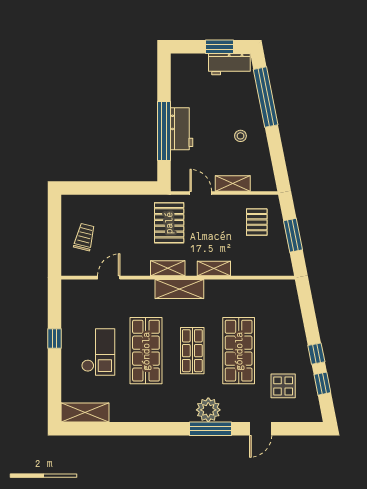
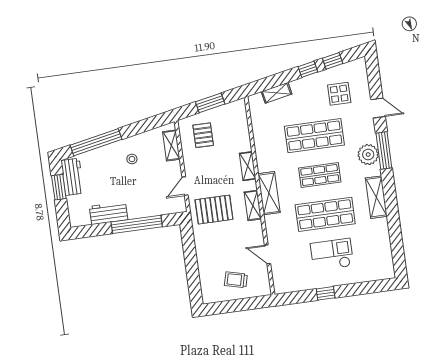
workbench: (182, 129) -> (109, 213), moved
shelving: (233, 183) -> (171, 145), moved
pallet: (257, 222) -> (203, 135), turned 90
shelving: (294, 314) -> (277, 93), added
shelving: (85, 412) -> (376, 197), moved

